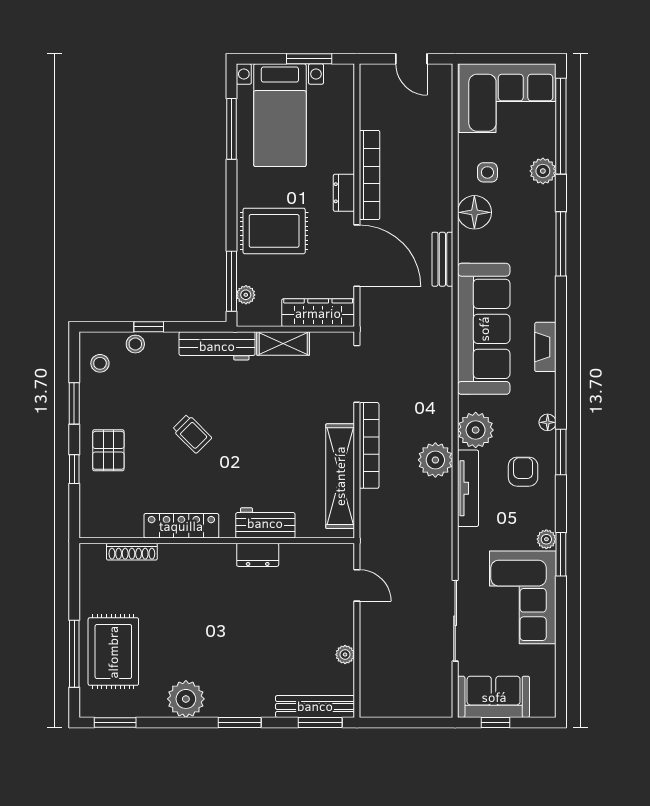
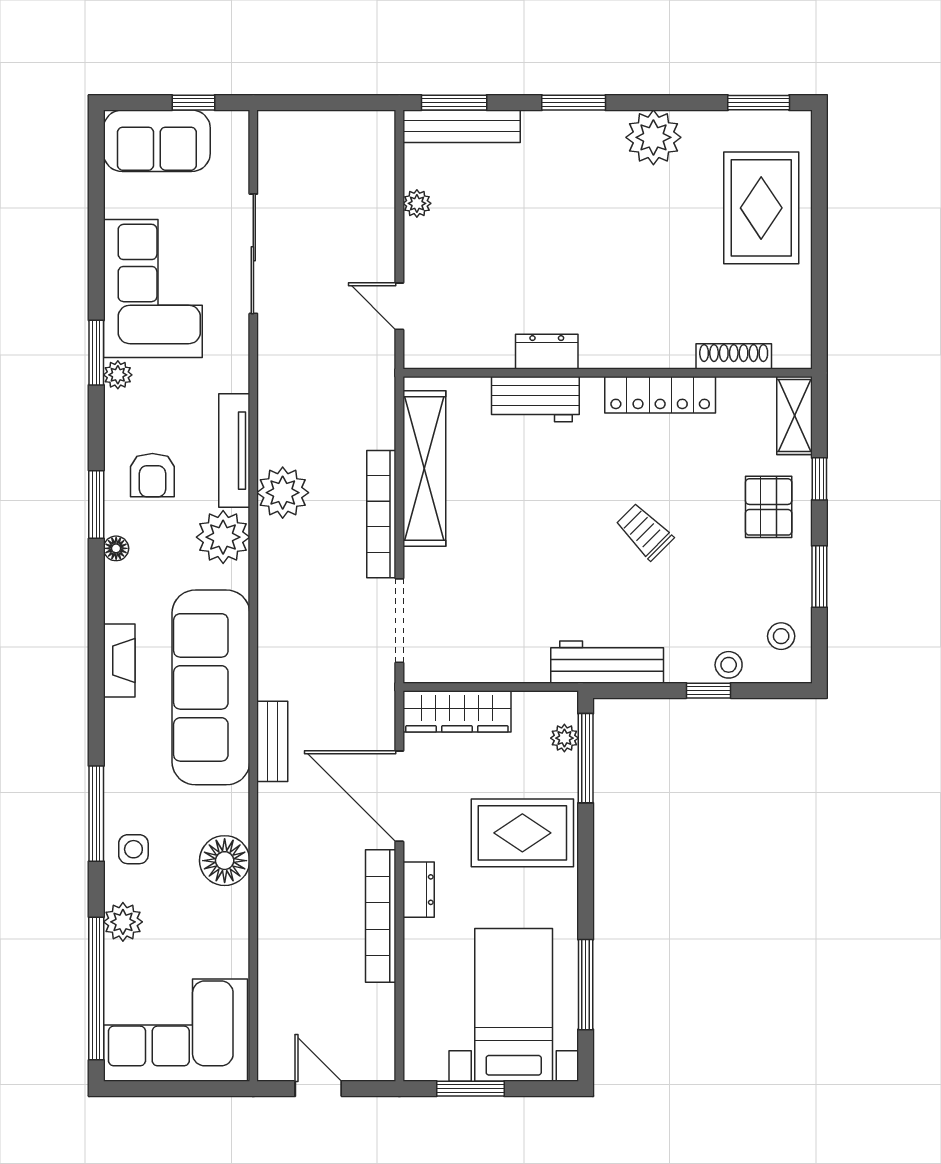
side table: (487, 172) -> (133, 849), moved
bench: (442, 259) -> (272, 741), moved
shelving: (283, 343) -> (795, 415), moved, turned 90
window: (74, 654) -> (819, 204), removed
sofa: (494, 697) -> (157, 141), moved

